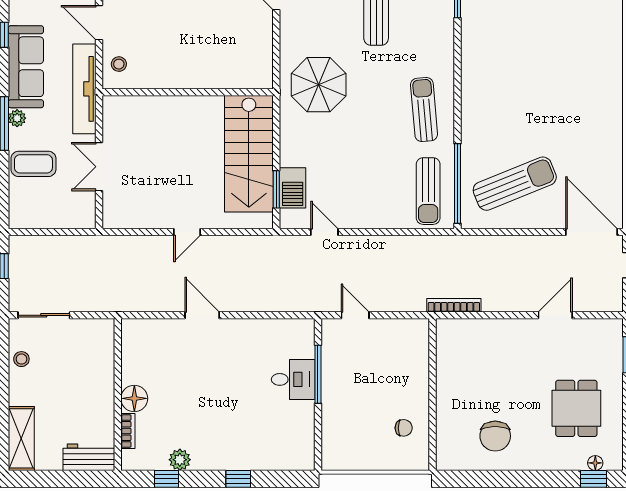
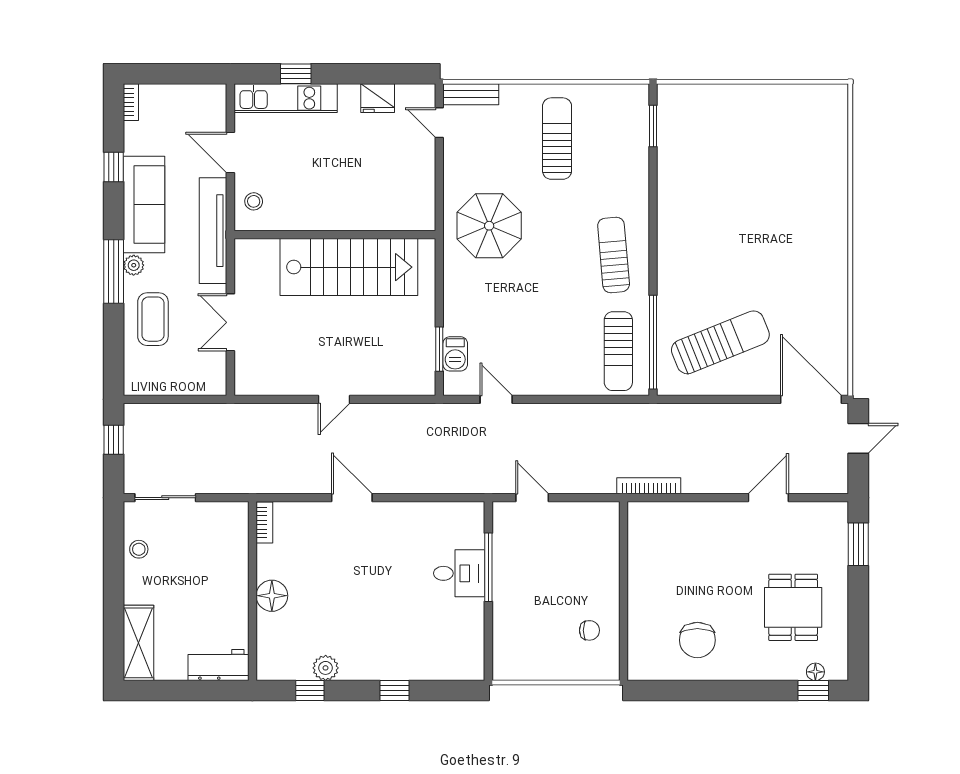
stairs: (249, 154) -> (349, 267), moved, turned -90
coffee table: (33, 164) -> (153, 319), turned 90
barbecue: (293, 188) -> (455, 354), width x0.73, depth x0.79
bookcase: (128, 431) -> (264, 522), moved

